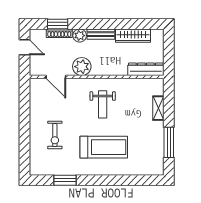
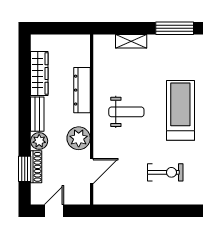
dresser: (146, 69) -> (82, 90), moved

